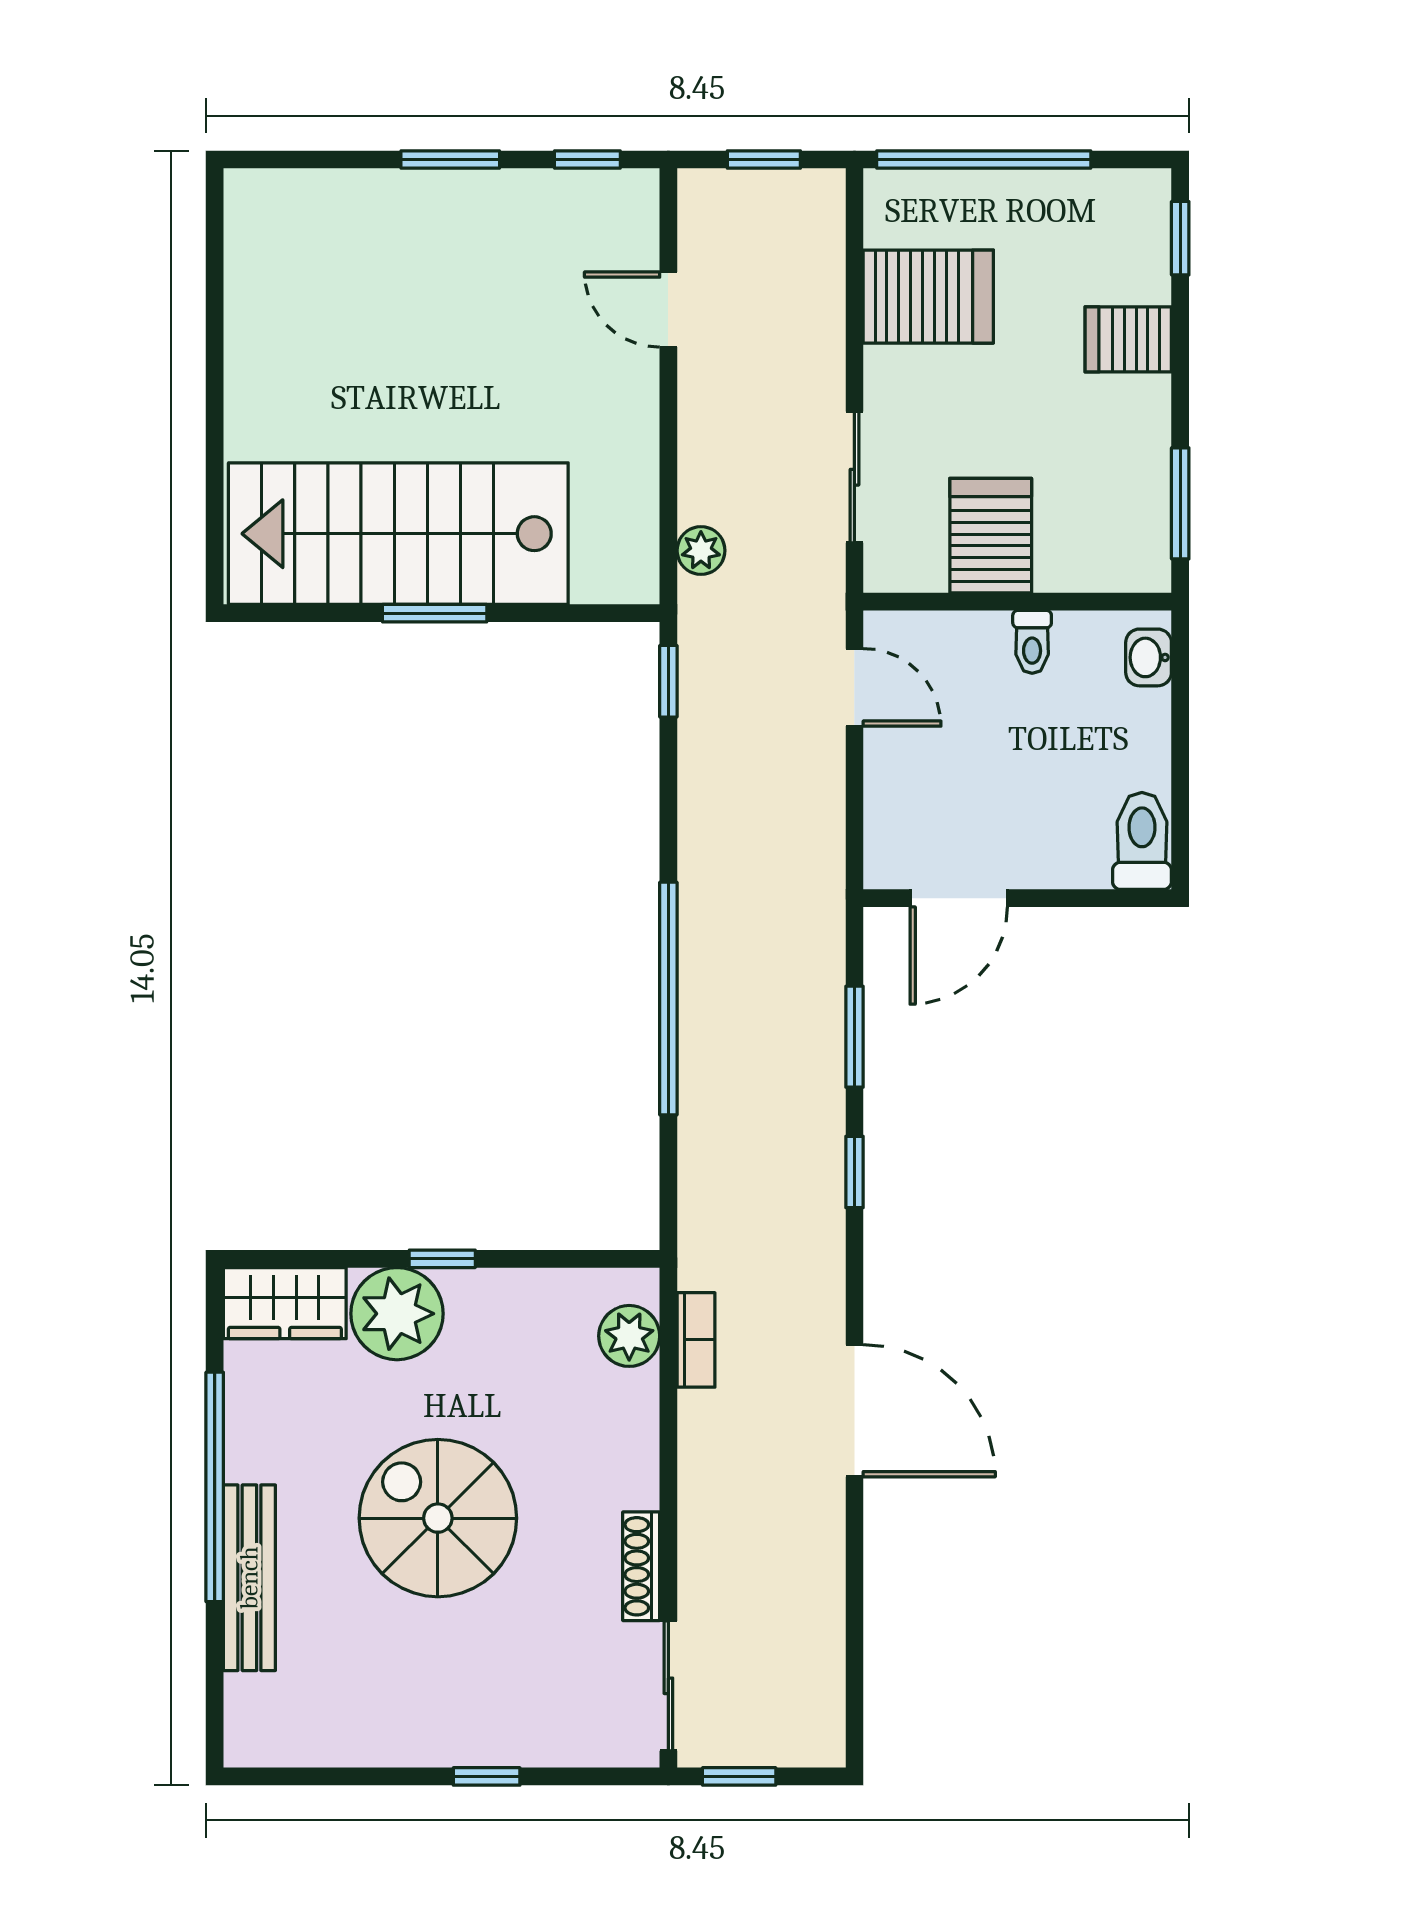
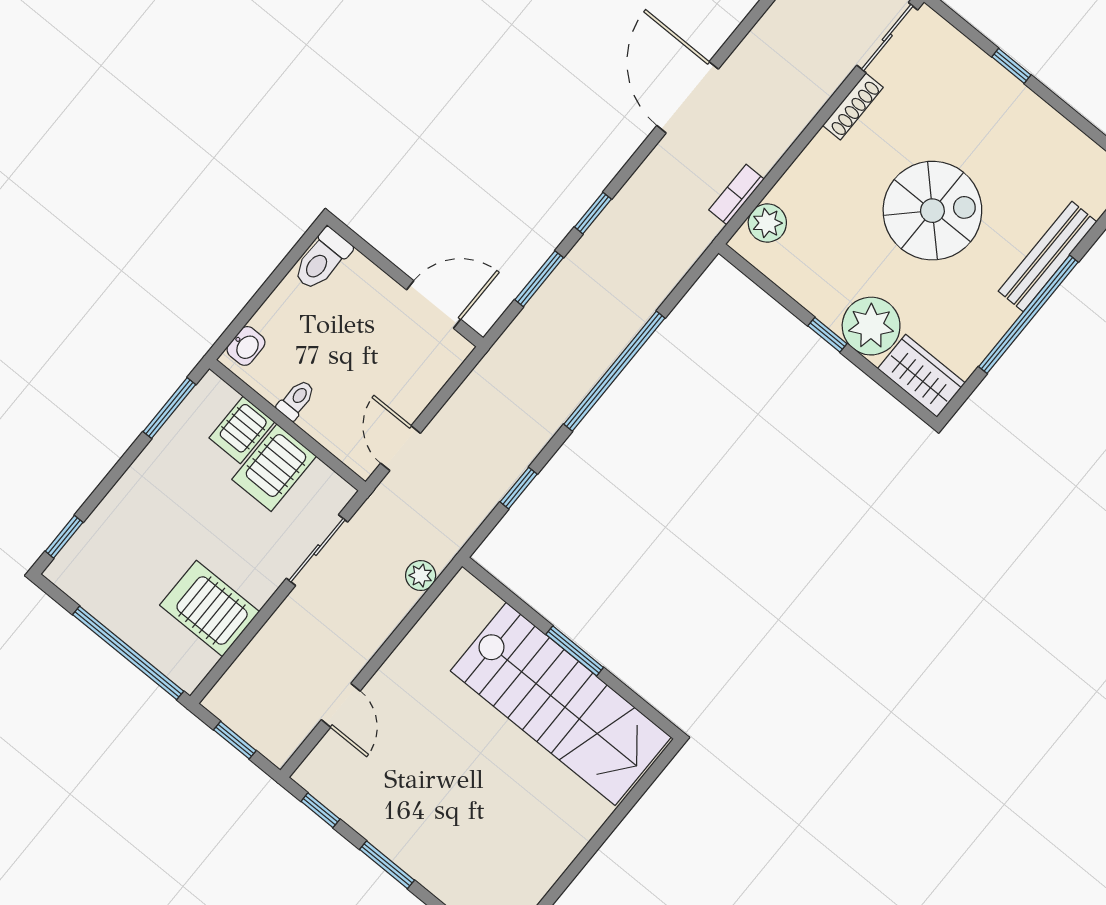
server rack: (1128, 339) -> (242, 430), moved, turned 90
window: (668, 681) -> (519, 488), moved
spiral stairs: (438, 1518) -> (932, 211), turned -90

